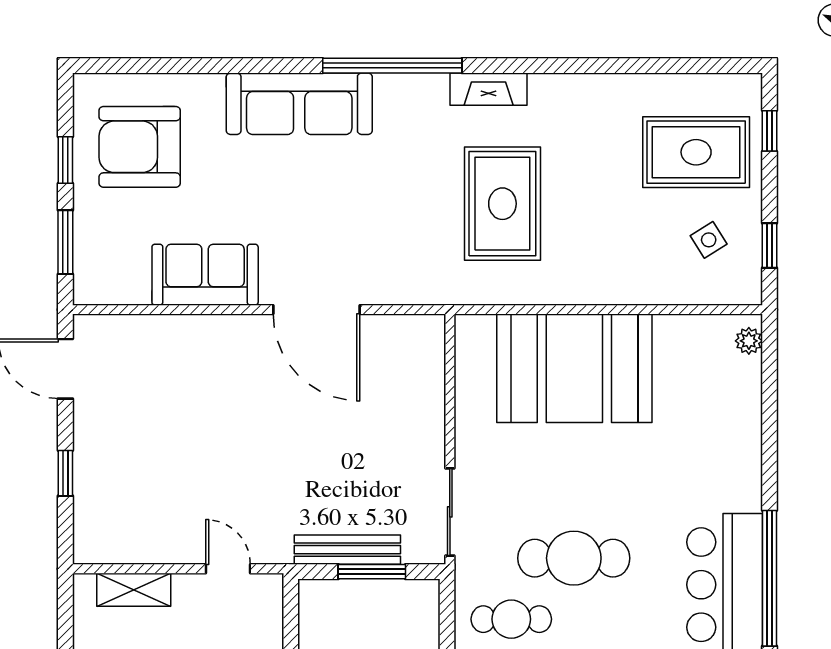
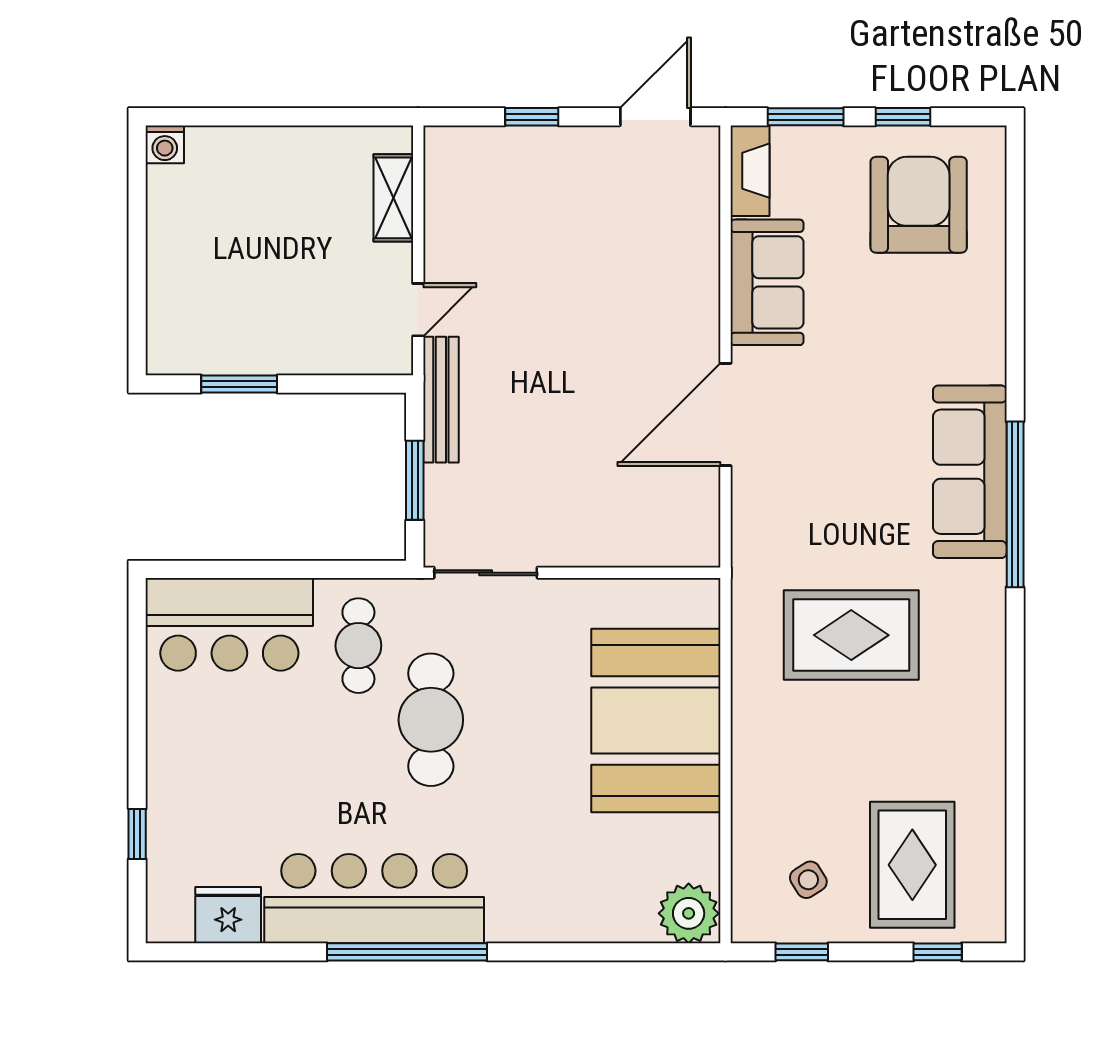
fireplace: (489, 89) -> (750, 171), moved, turned 180
sofa: (299, 104) -> (970, 472), moved
plant: (749, 341) -> (689, 913), width x1.87, depth x1.87
bench: (347, 550) -> (441, 400), moved

